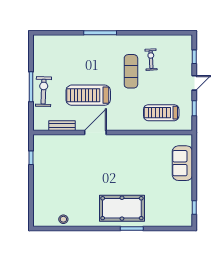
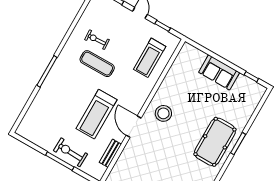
stool: (121, 151) -> (163, 113), added
sofa: (182, 163) -> (219, 72), moved

